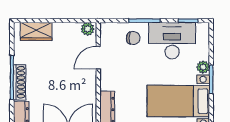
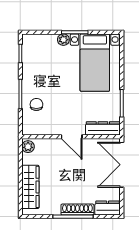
wardrobe: (36, 31) -> (30, 187), width x1.50
desk: (172, 41) -> (39, 68), removed
door: (98, 58) -> (72, 137), moved

